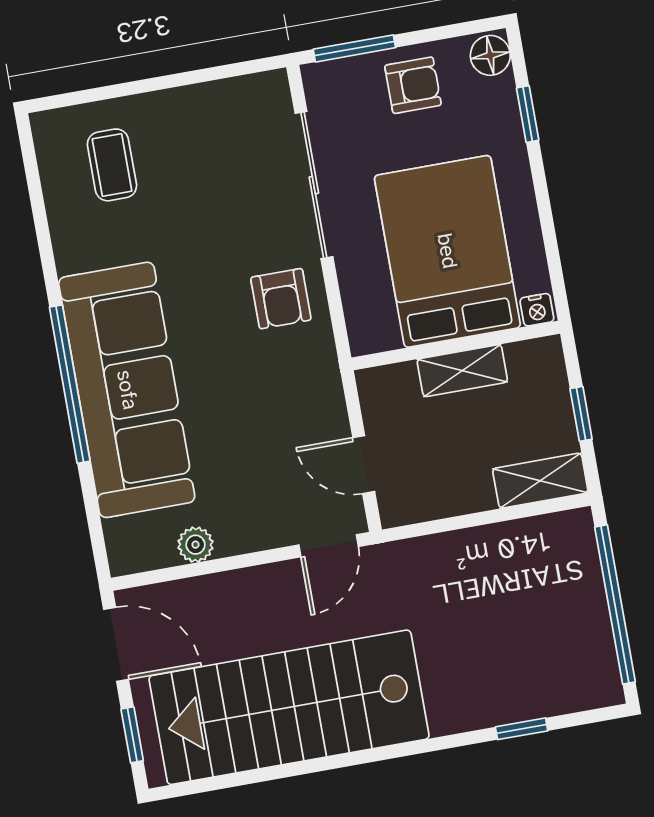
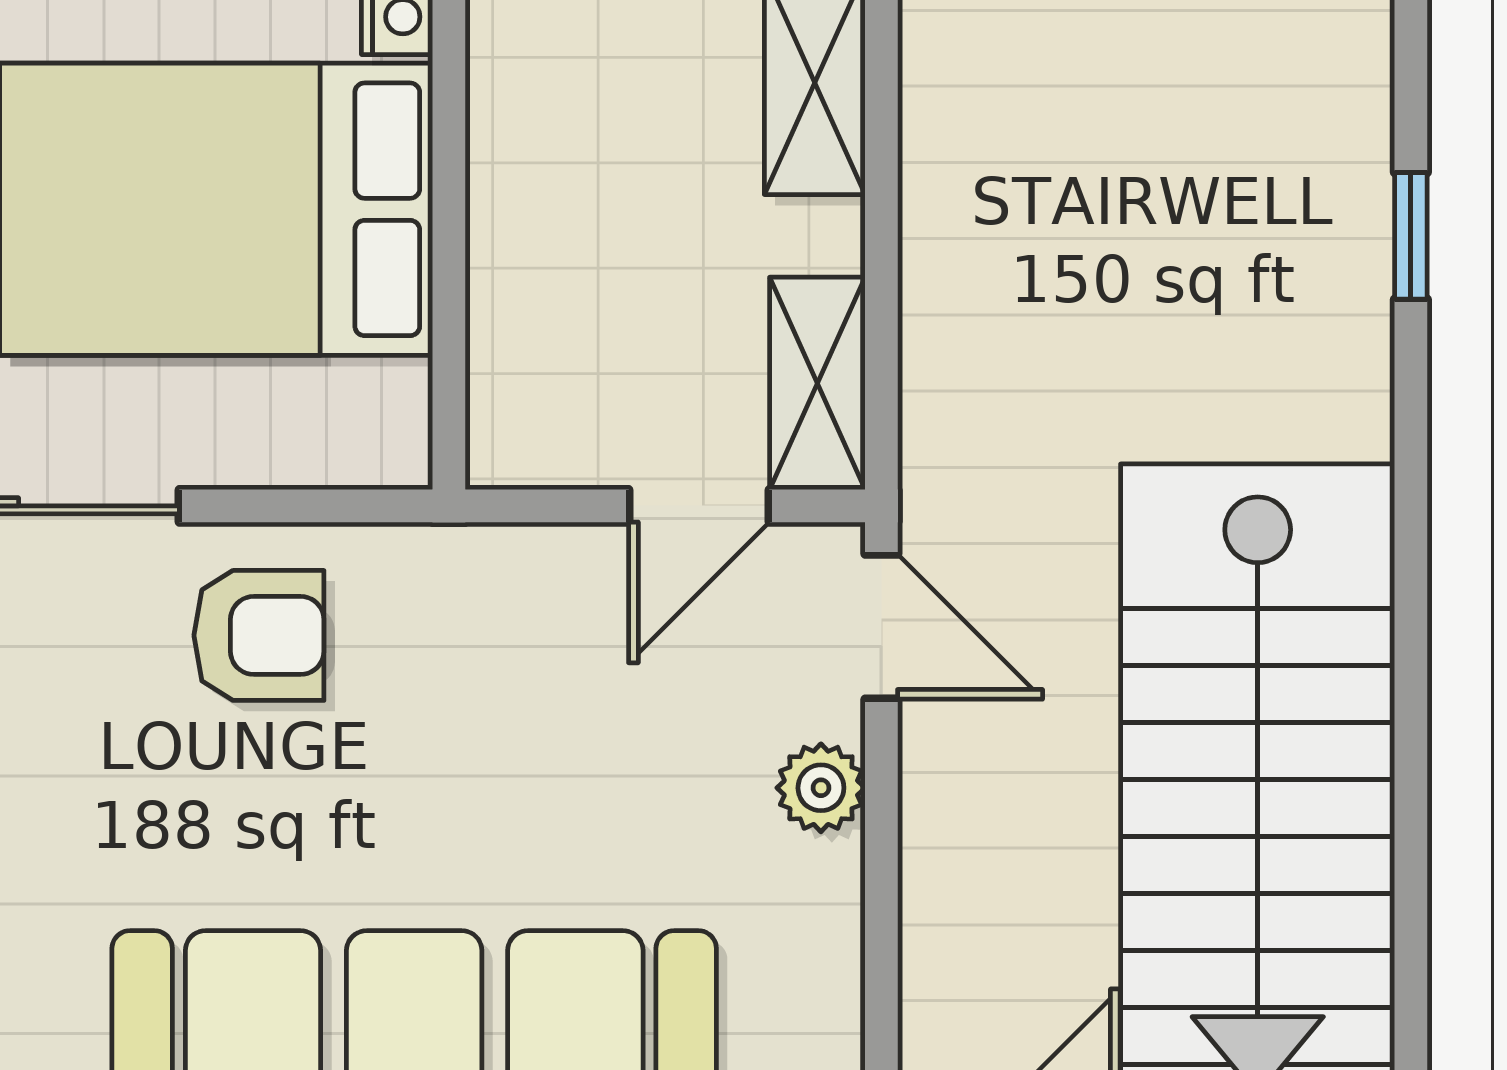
shelving: (462, 371) -> (817, 383), moved
plant: (195, 545) -> (821, 788), moved

